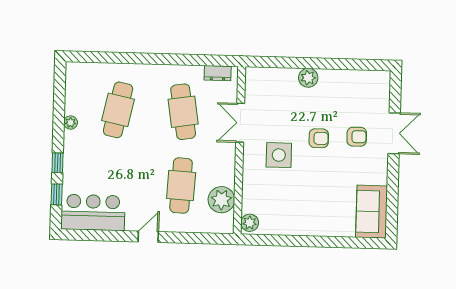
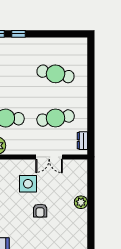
plant: (71, 123) -> (46, 42), removed
double door: (240, 123) -> (49, 157), swing flipped
armchair: (357, 137) -> (42, 236), removed

